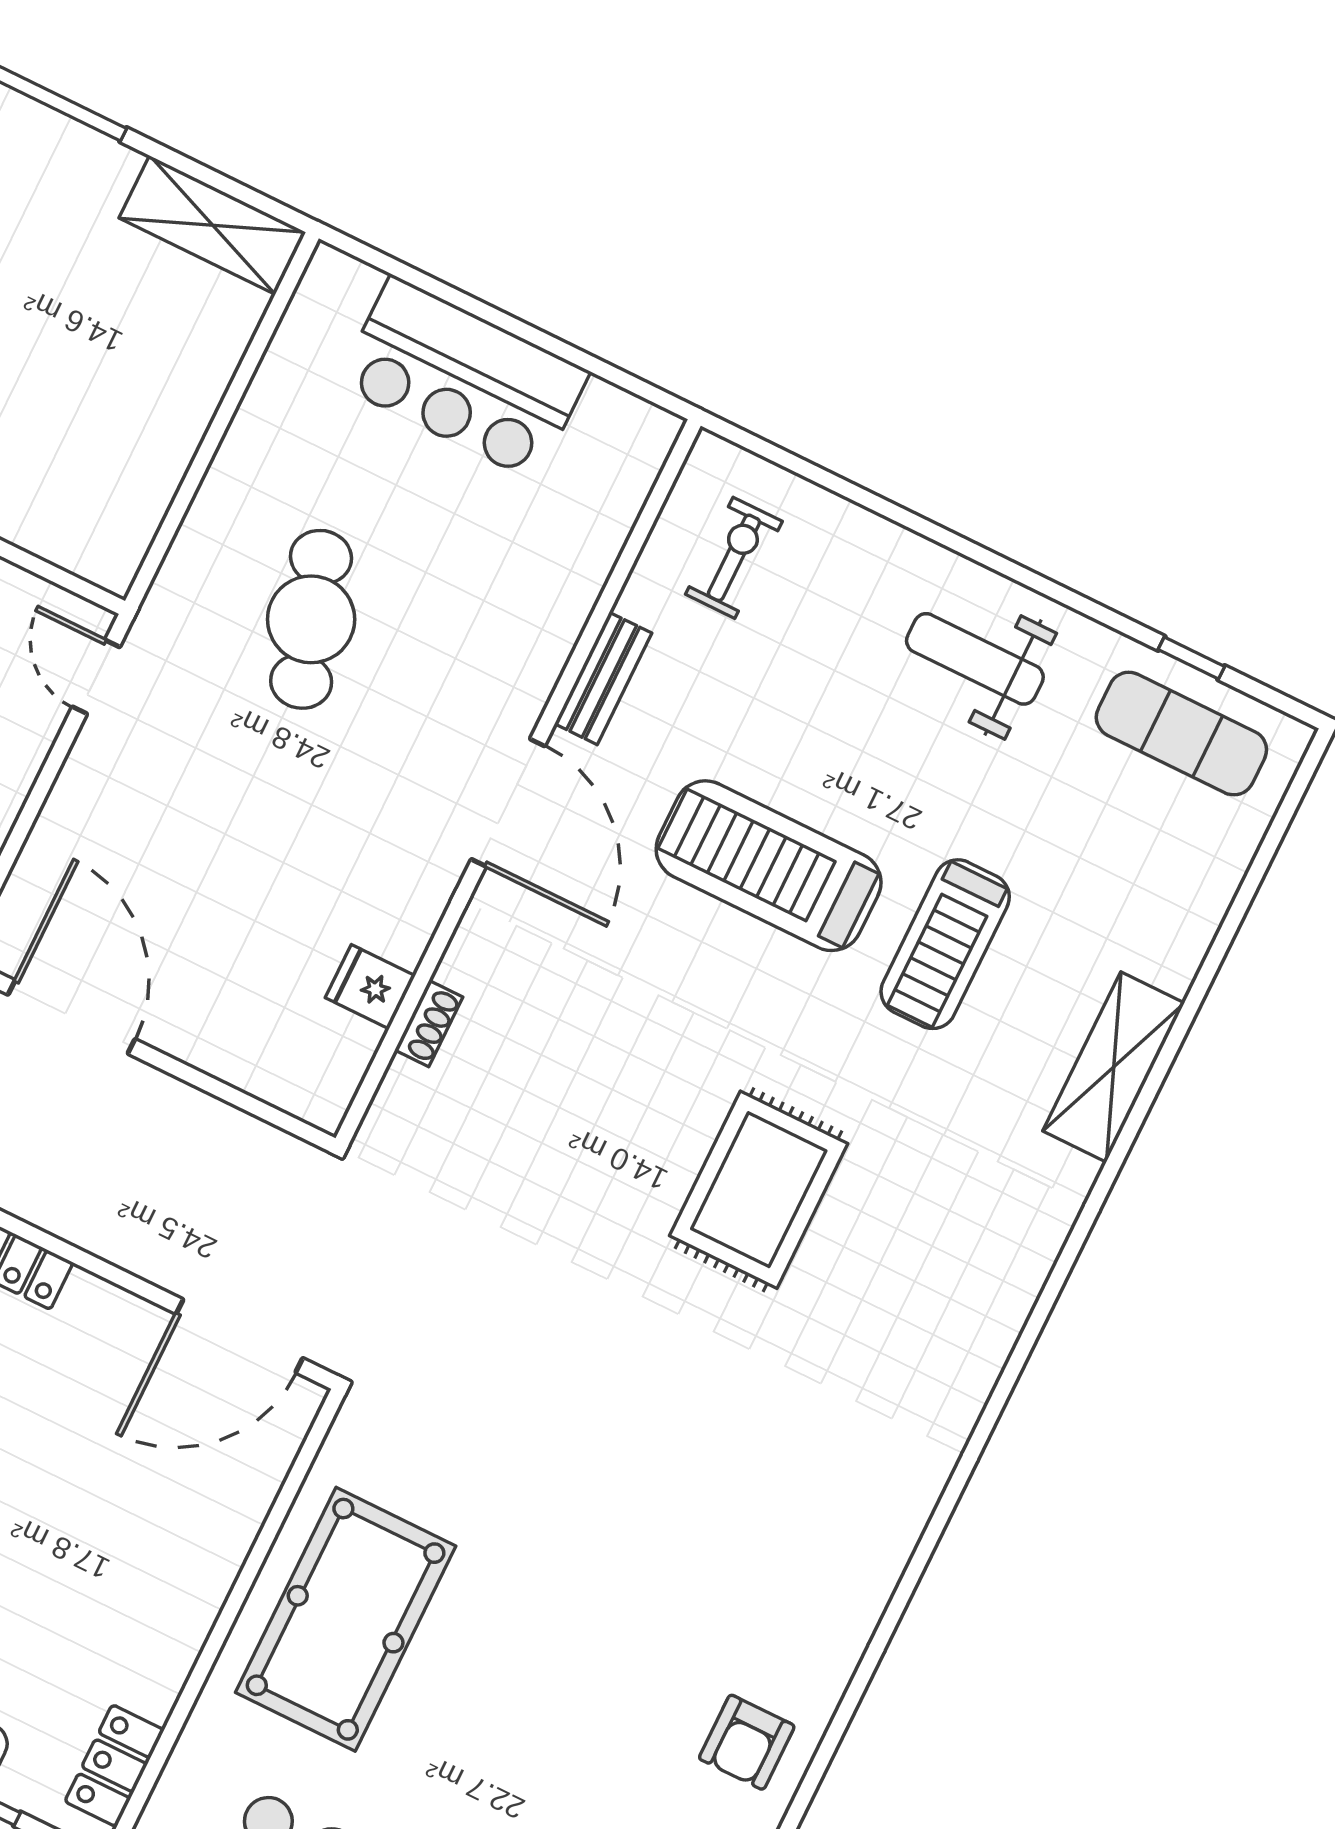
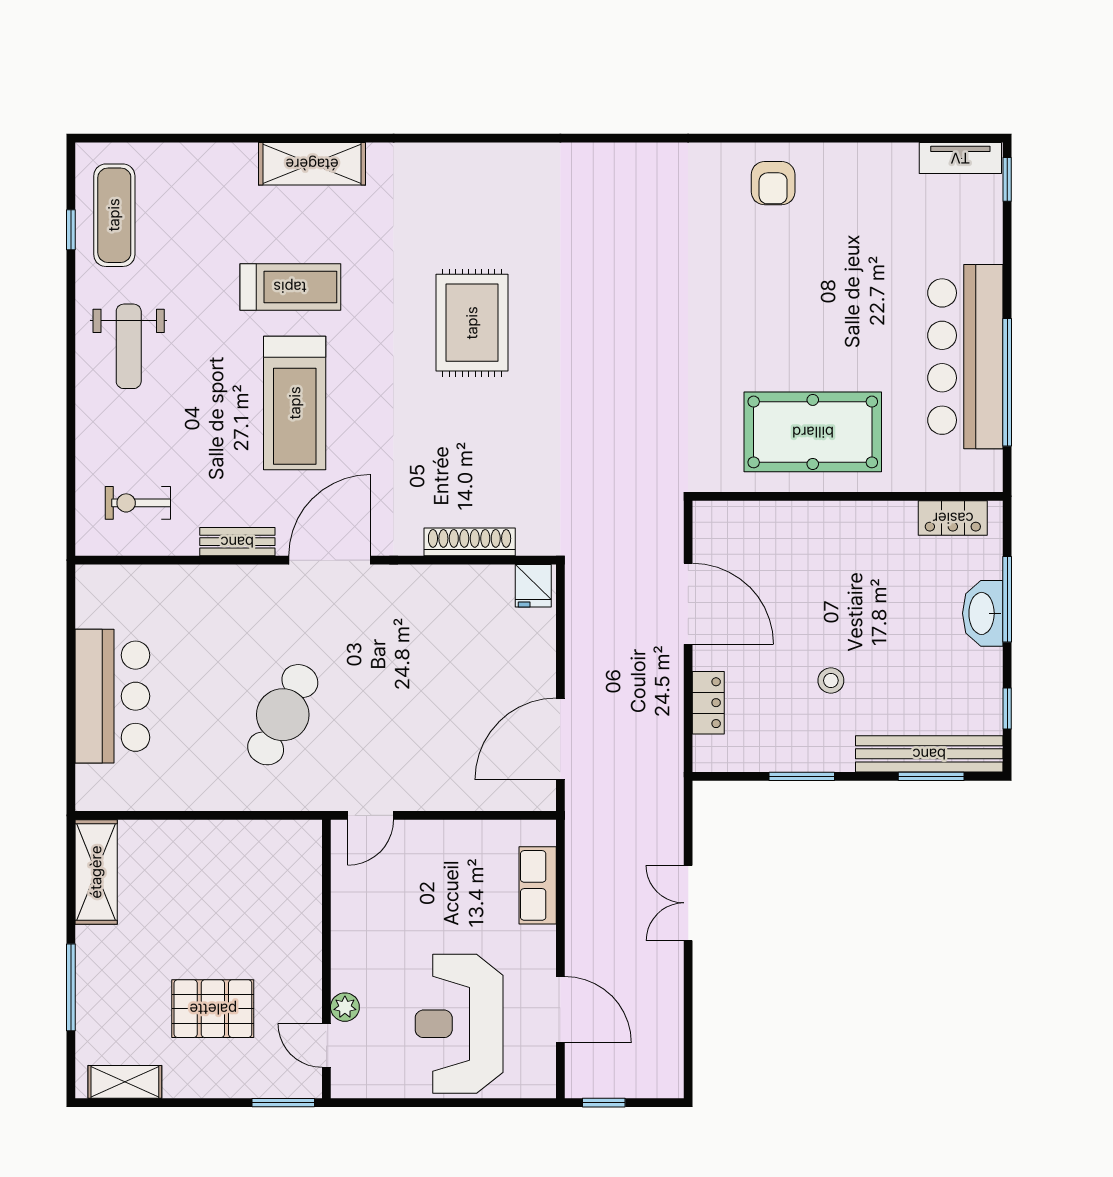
cafe table: (311, 619) -> (283, 715), turned -46
fridge: (370, 987) -> (533, 586), moved
shoe rack: (429, 1023) -> (470, 542), width x1.94, depth x1.24
rug: (759, 1190) -> (472, 323), turned 90
door: (239, 1336) -> (688, 604), moved
armchair: (747, 1742) -> (773, 183), turned 90

